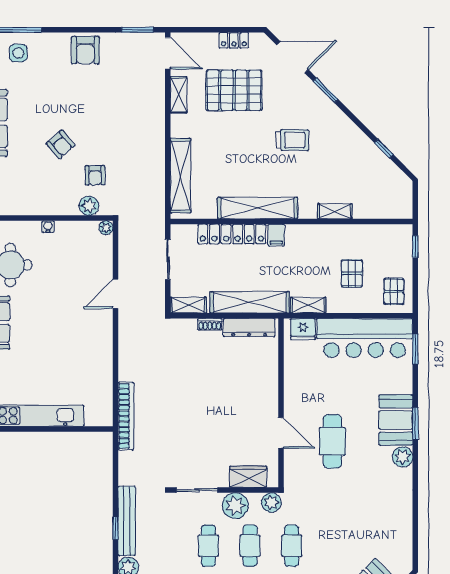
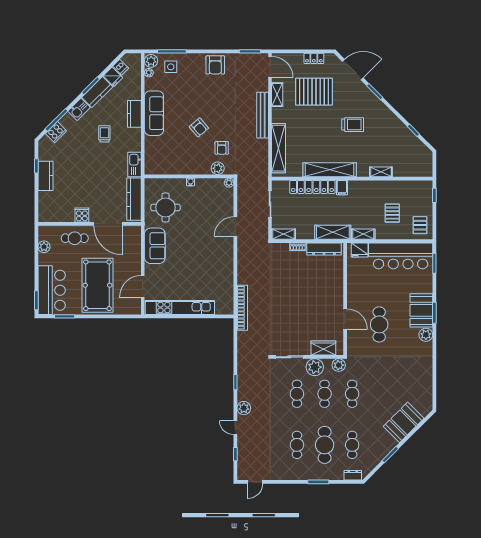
shelving: (250, 302) -> (333, 232), width x0.68
bench: (127, 521) -> (263, 115), moved

